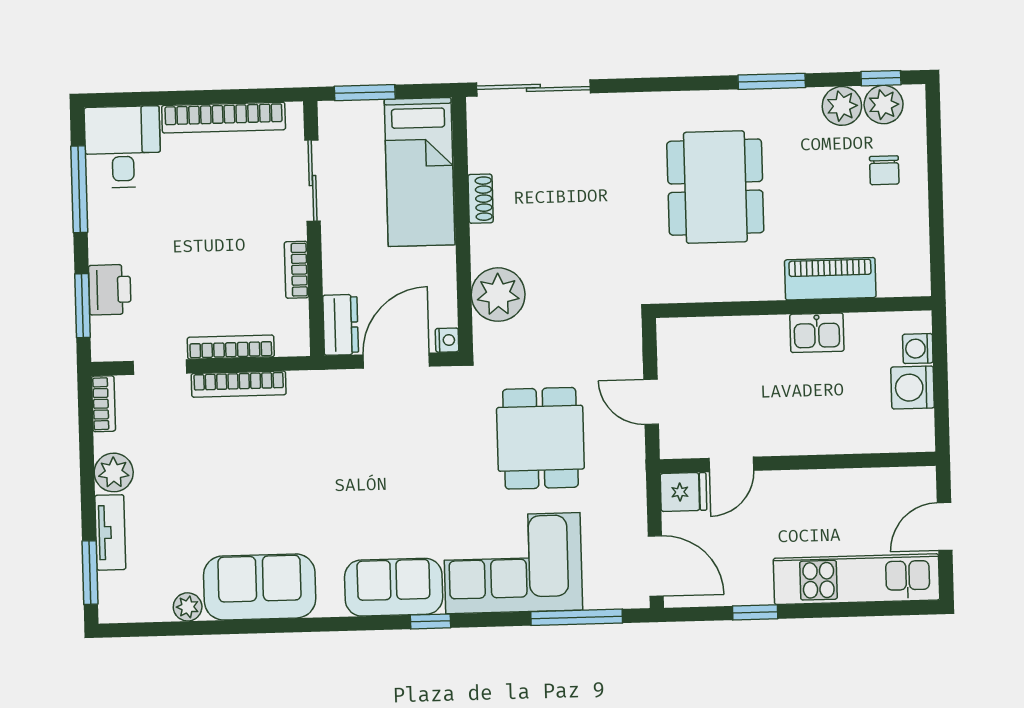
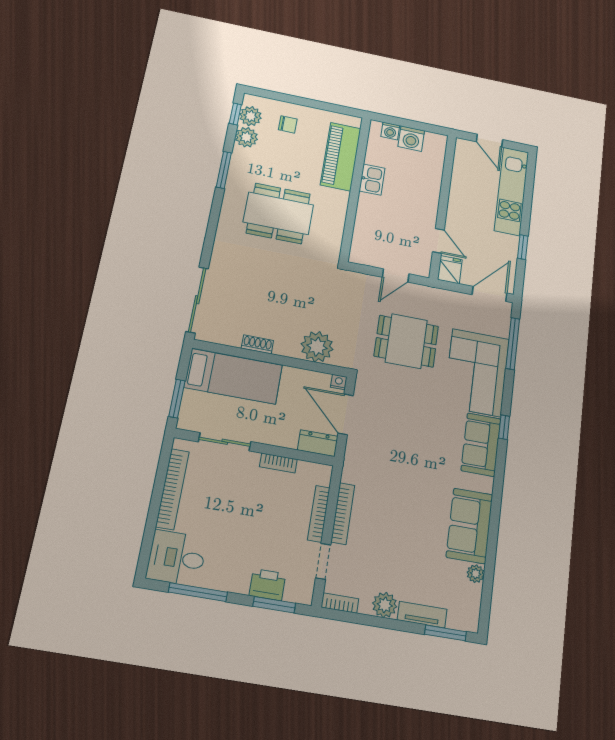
piano: (830, 279) -> (341, 157), width x1.37, depth x1.33

